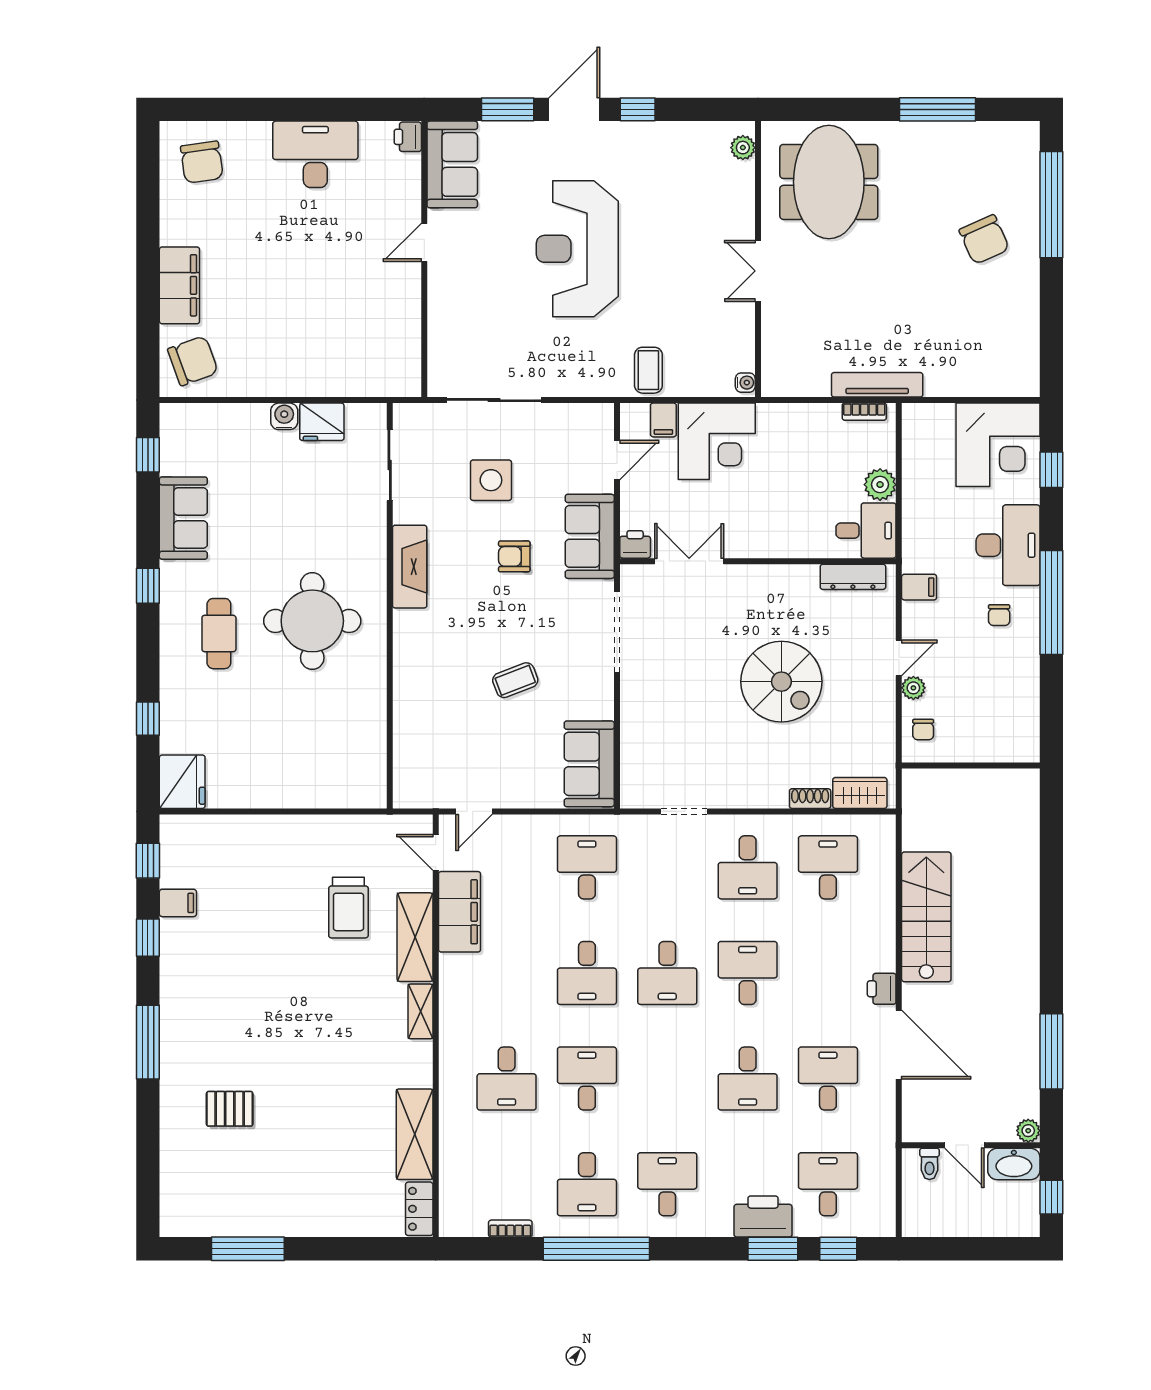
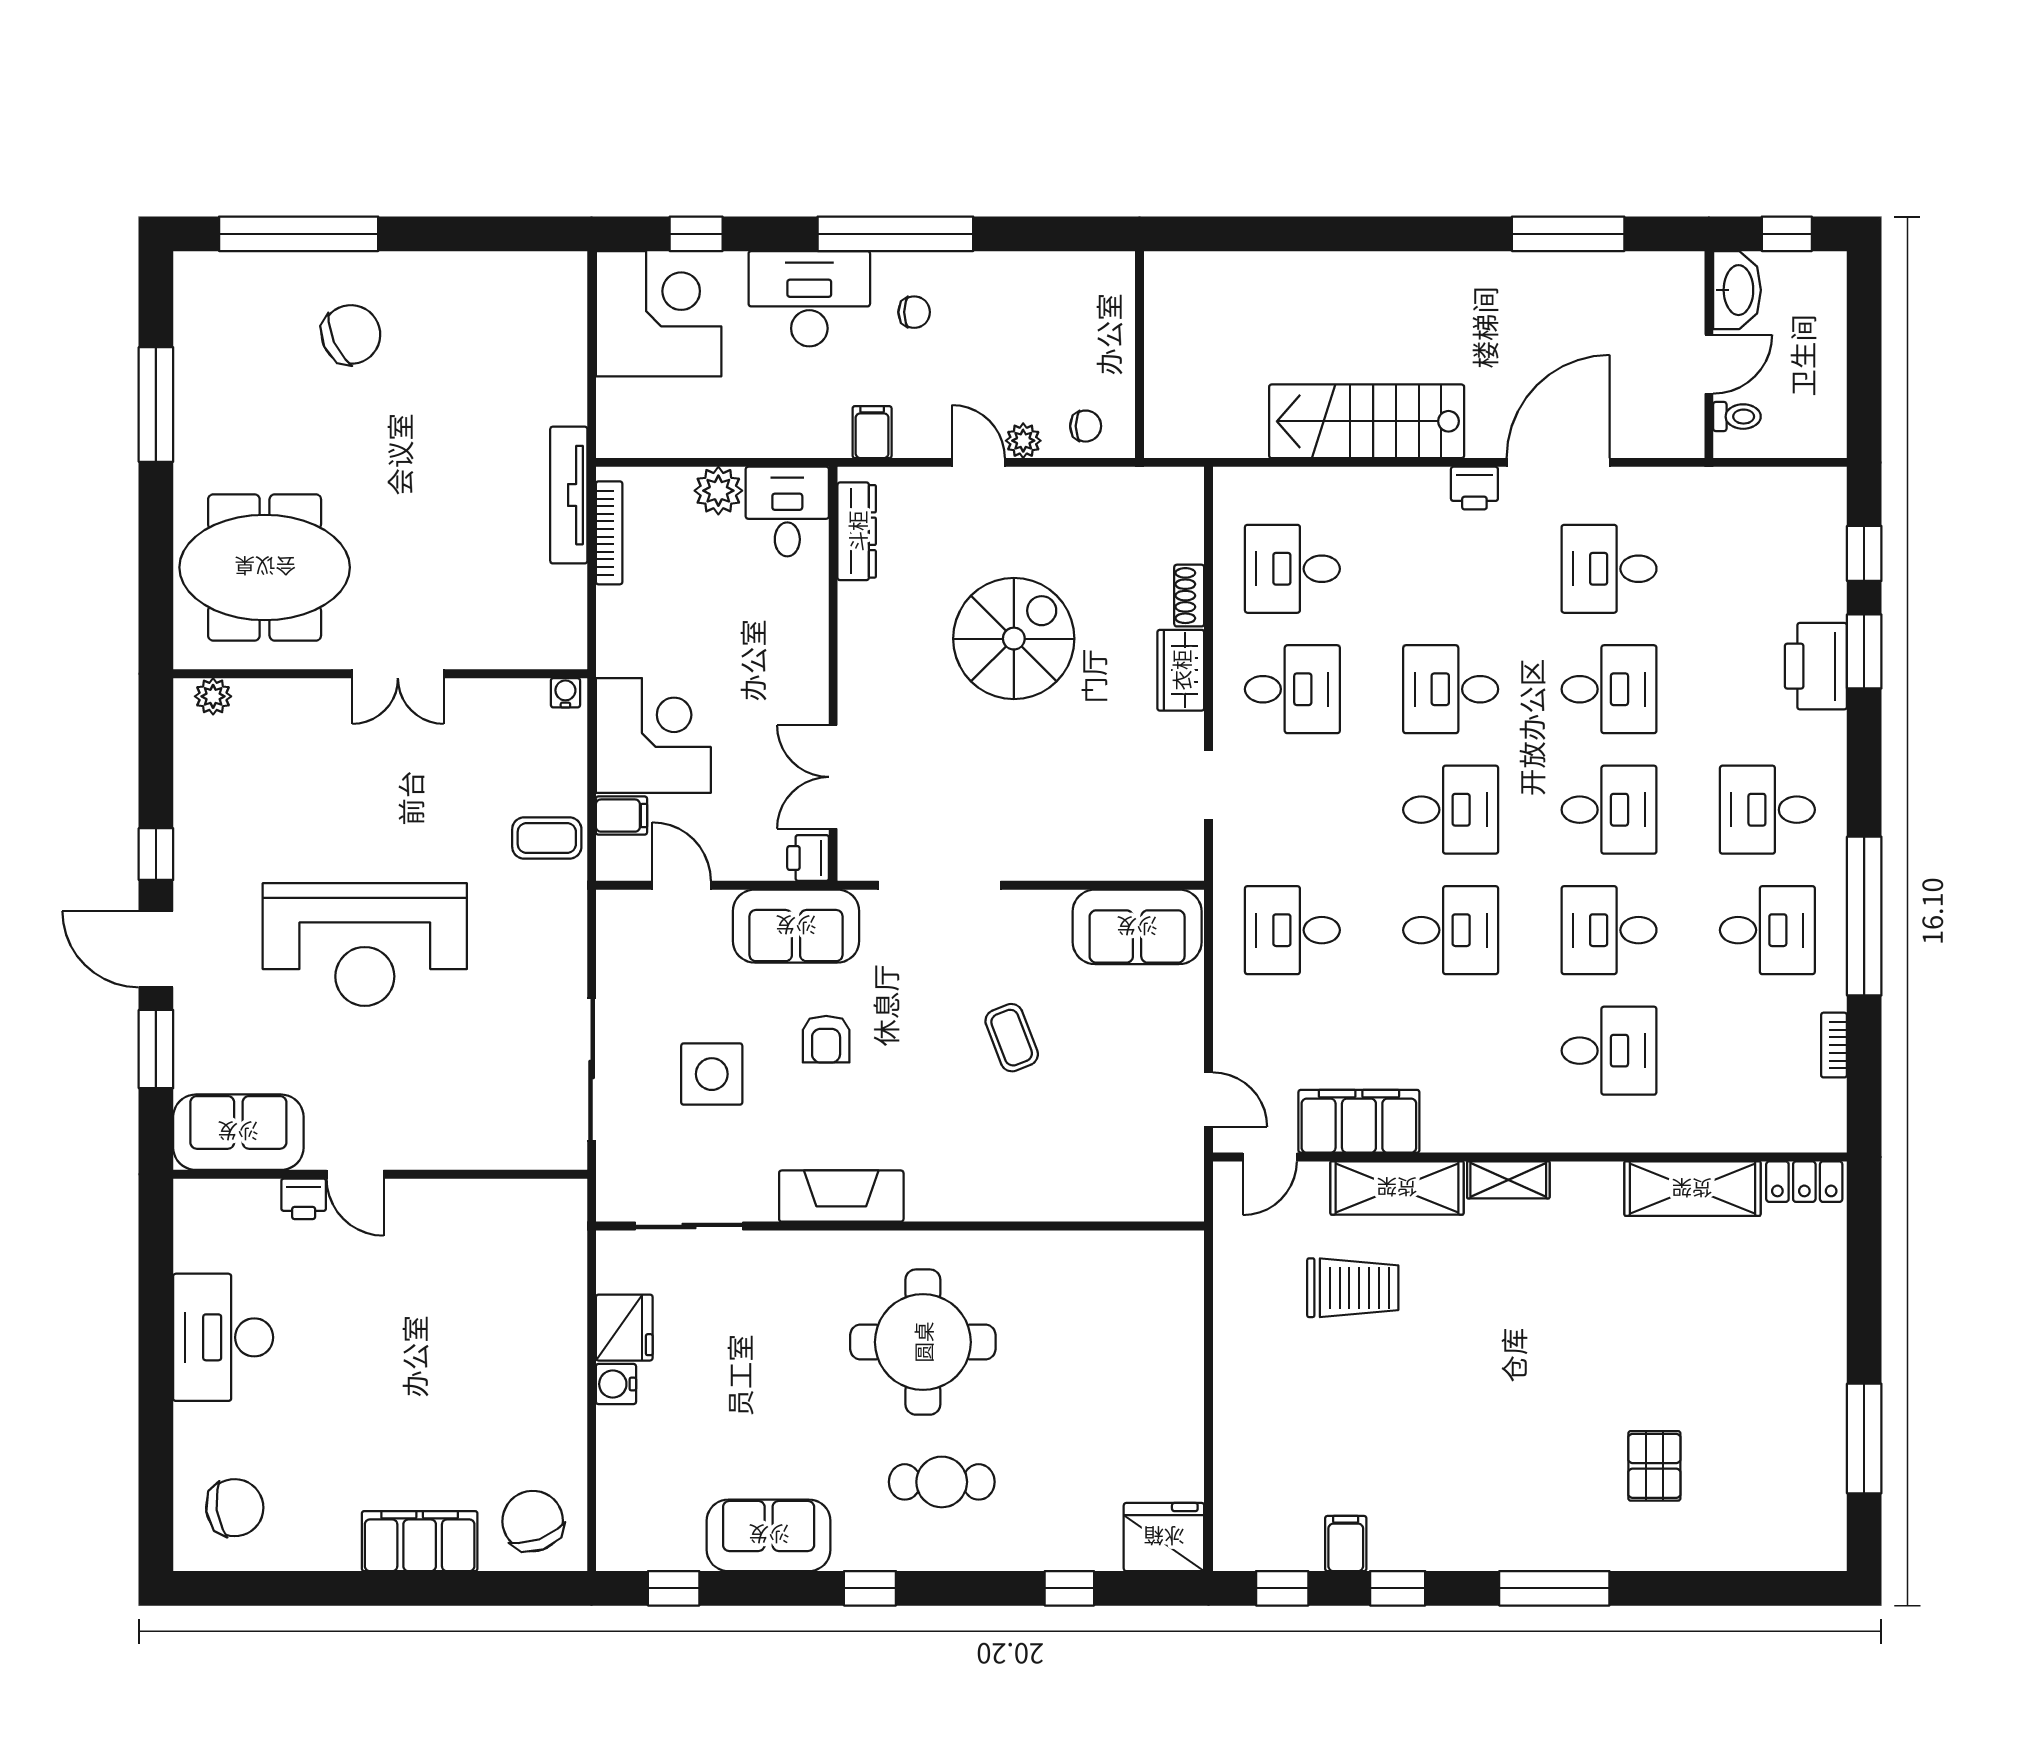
printer: (408, 137) -> (304, 1199), moved
bookcase: (864, 412) -> (609, 533), width x1.56
wardrobe: (860, 793) -> (1181, 670), moved
plant: (1028, 1131) -> (1687, 268), removed
desk: (828, 1184) -> (1609, 810), moved, turned 180

